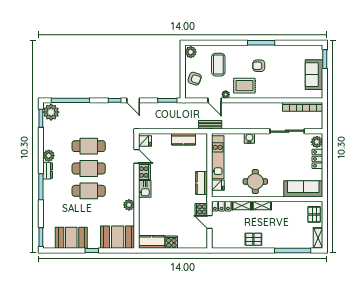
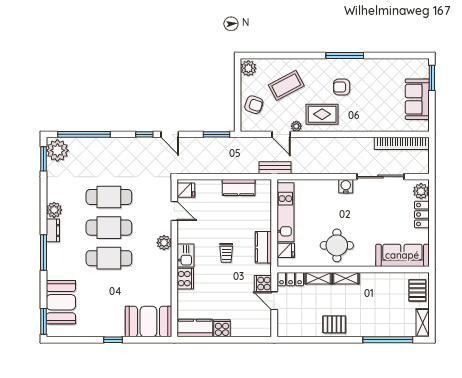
coffee table: (218, 65) -> (286, 85), turned 62
water cooler: (249, 138) -> (346, 186), moved
cooker: (144, 172) -> (185, 279), moved
trolley: (174, 187) -> (226, 253), added
plant: (129, 205) -> (164, 243), moved
booth: (71, 238) -> (61, 302), moved, turned 90

